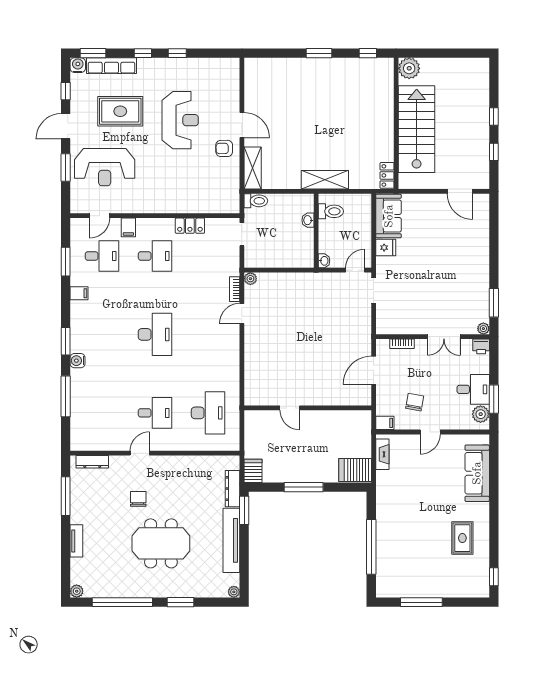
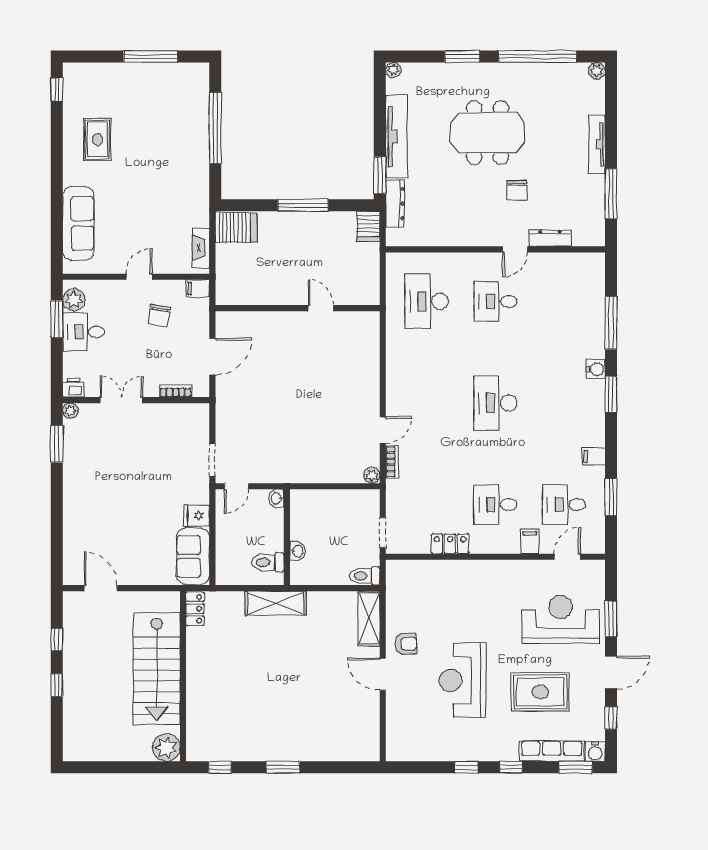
dresser: (92, 462) -> (550, 238), moved
tv unit: (76, 541) -> (597, 144), width x1.41

